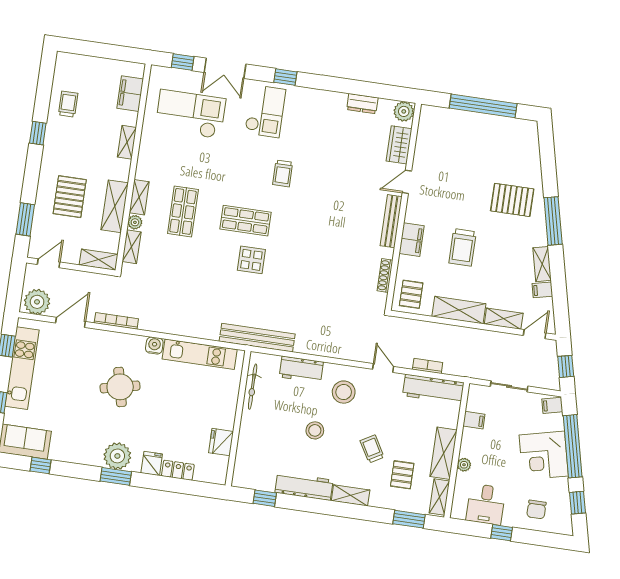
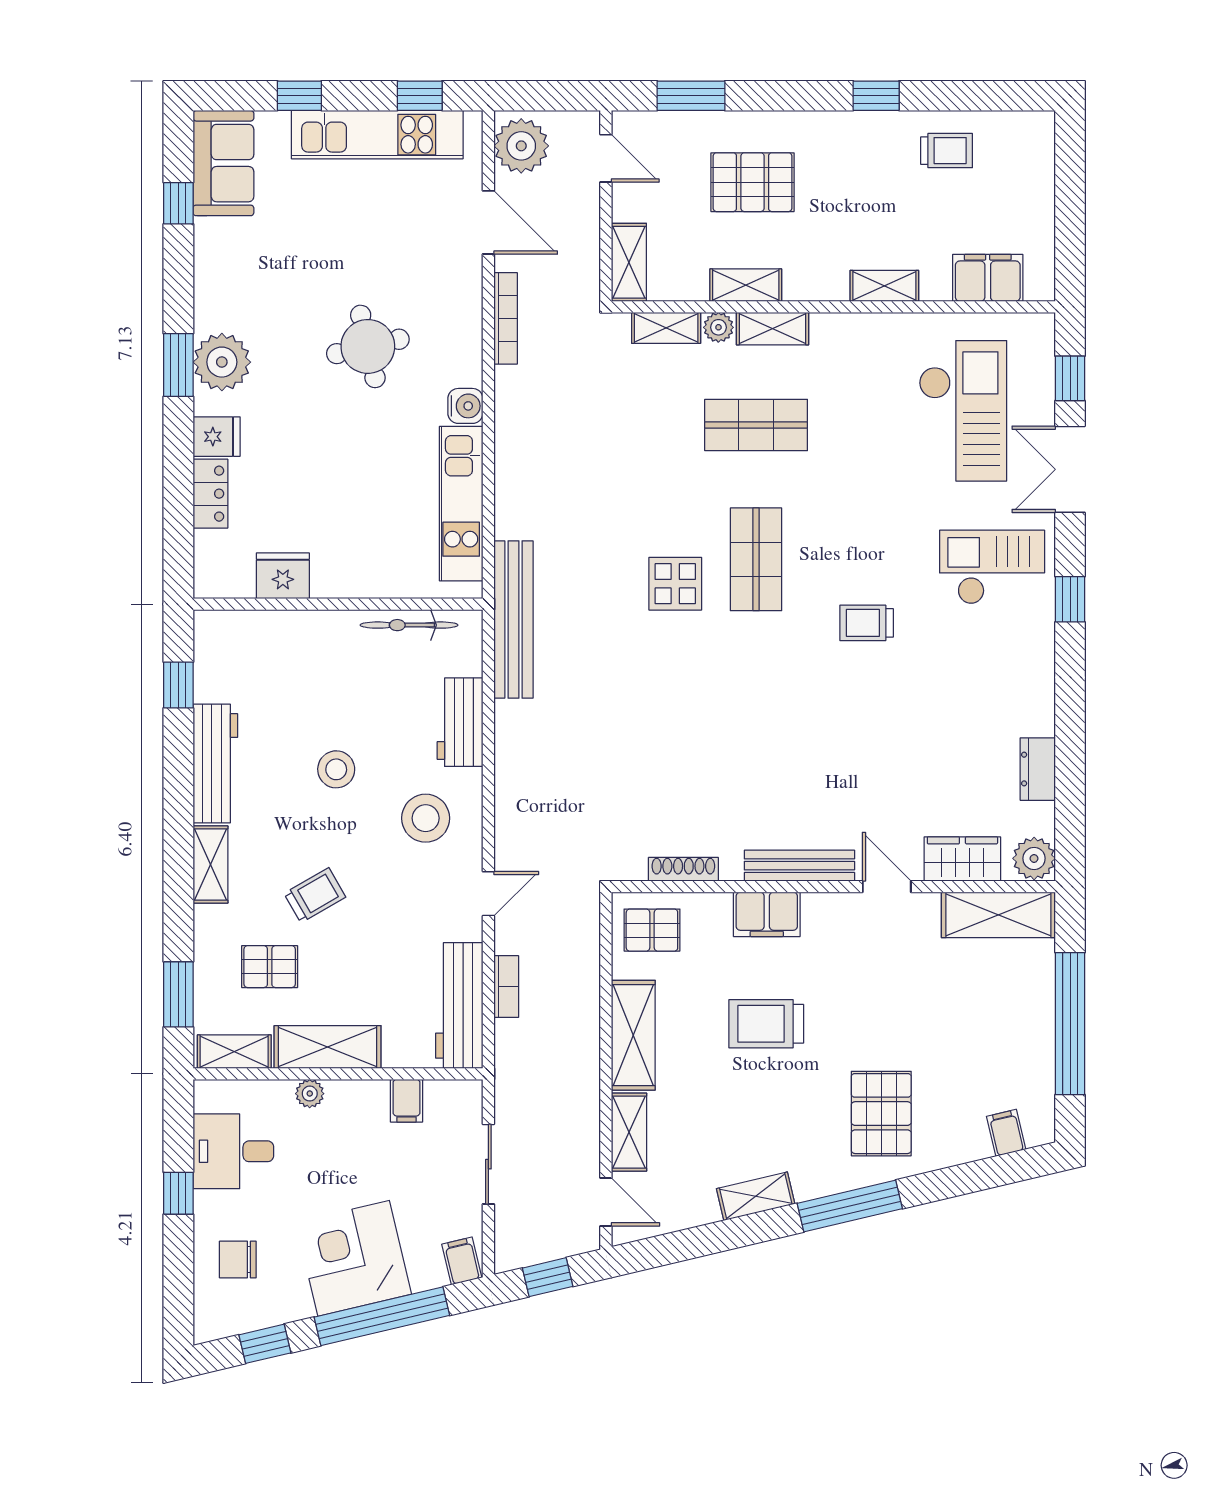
checkout: (265, 111) -> (992, 567), turned 180
shelving: (428, 132) -> (998, 915), added
shelving: (115, 206) -> (746, 285), width x0.67, depth x0.75
filing cabinet: (542, 290) -> (1006, 1133), moved

